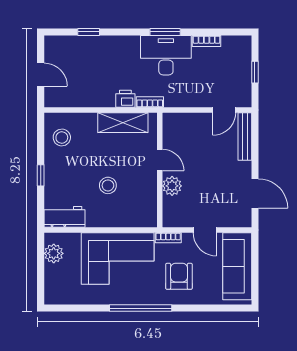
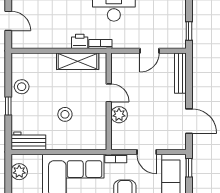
window: (255, 72) -> (189, 31), moved
door: (224, 110) -> (149, 51), moved
stool: (62, 138) -> (22, 87), moved
window: (255, 249) -> (189, 168), added

